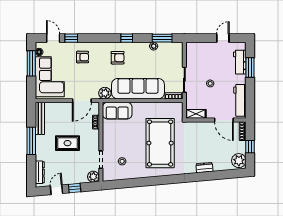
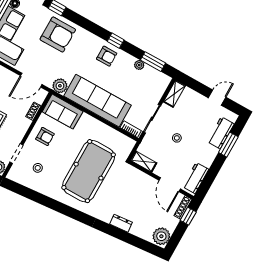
shelving: (191, 53) -> (174, 94), added
armchair: (83, 57) -> (58, 34), width x1.88, depth x1.88
armchair: (118, 58) -> (107, 56), moved
workbench: (240, 100) -> (196, 178), width x0.73
armchair: (115, 136) -> (45, 136), added
window: (250, 147) -> (188, 216), moved

